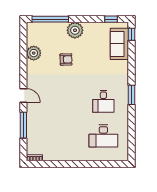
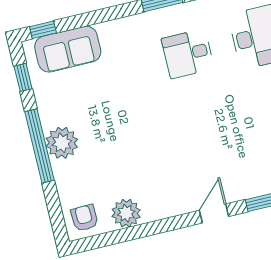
window: (50, 19) -> (39, 146), moved
armchair: (66, 59) -> (84, 218), moved
desk: (103, 101) -> (188, 54), turned 180

